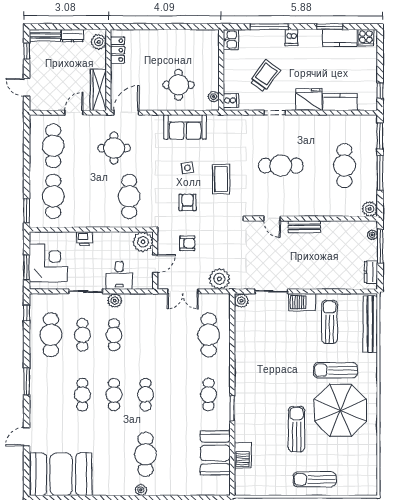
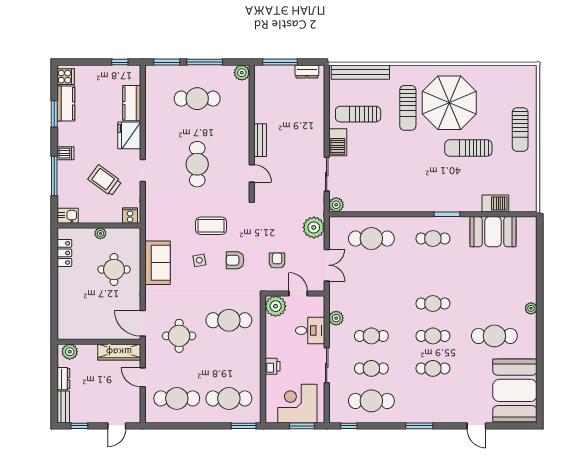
locker: (118, 50) -> (64, 253), moved, turned 90
plant: (214, 97) -> (100, 233), moved
door: (272, 219) -> (252, 173), hinge flipped
plant: (372, 235) -> (268, 70), removed
plant: (115, 301) -> (336, 318), moved
cafe table: (146, 454) -> (494, 336), moved

